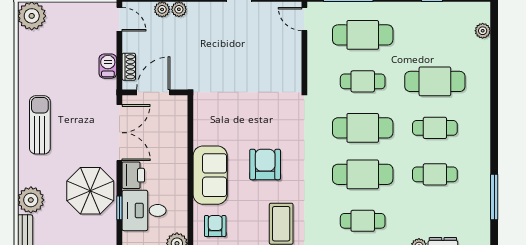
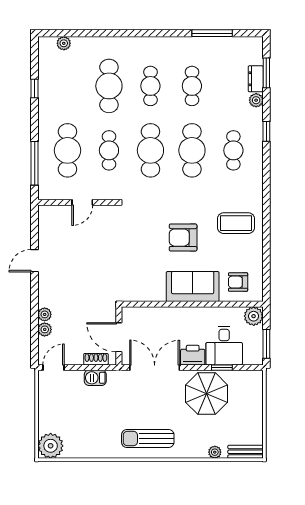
door: (304, 19) -> (82, 202), moved
plant: (31, 200) -> (215, 452), width x0.53, depth x0.53

